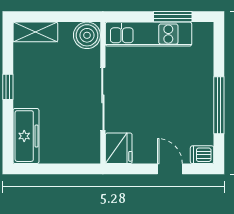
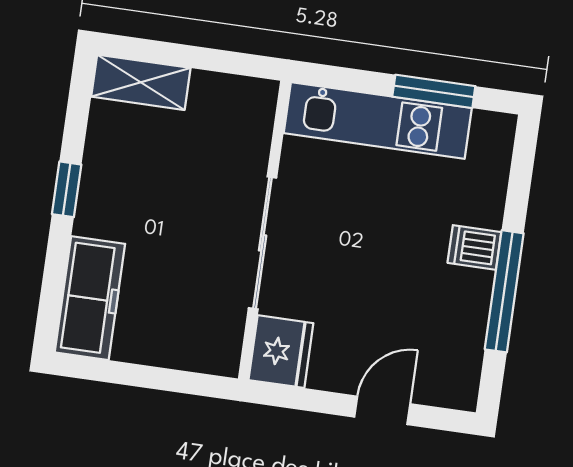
boiler: (87, 35) -> (248, 105), removed
dishwasher: (202, 155) -> (474, 247), moved
door: (170, 169) -> (382, 410), hinge flipped

